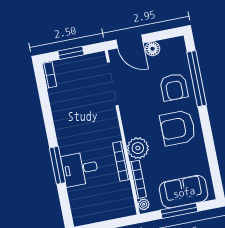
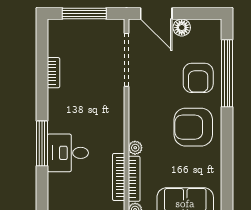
window: (71, 53) -> (84, 14), width x1.44
bookcase: (49, 75) -> (54, 73), moved
plant: (138, 148) -> (135, 148), width x0.53, depth x0.53
bookcase: (121, 161) -> (119, 177), moved

